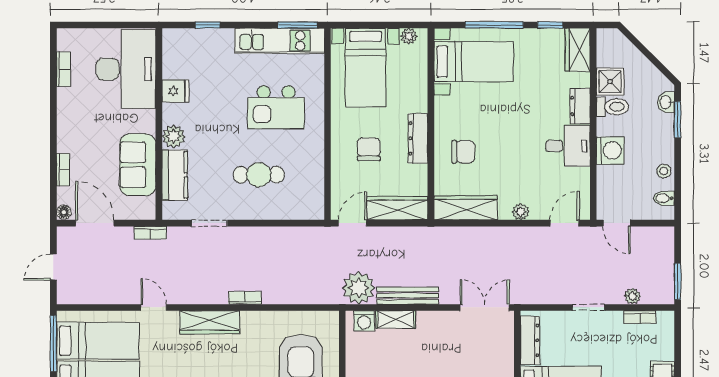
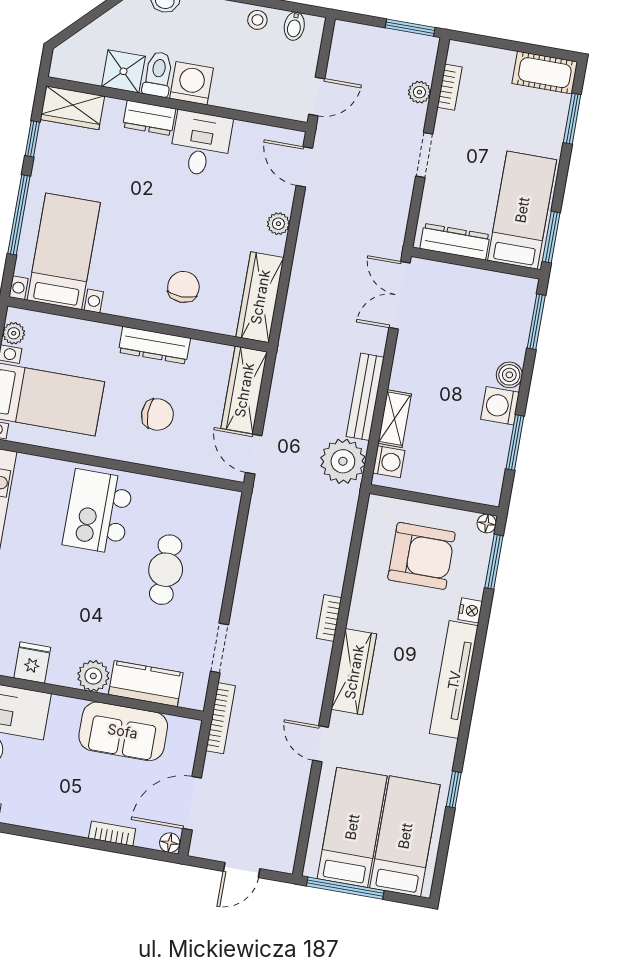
kitchen island: (276, 107) -> (98, 512), moved, turned 180
chair: (369, 149) -> (157, 414), turned 180
washing machine: (610, 151) -> (192, 83), moved
bookcase: (150, 233) -> (221, 718), width x1.56
door: (53, 267) -> (242, 870), hinge flipped
door: (154, 307) -> (320, 744), hinge flipped

